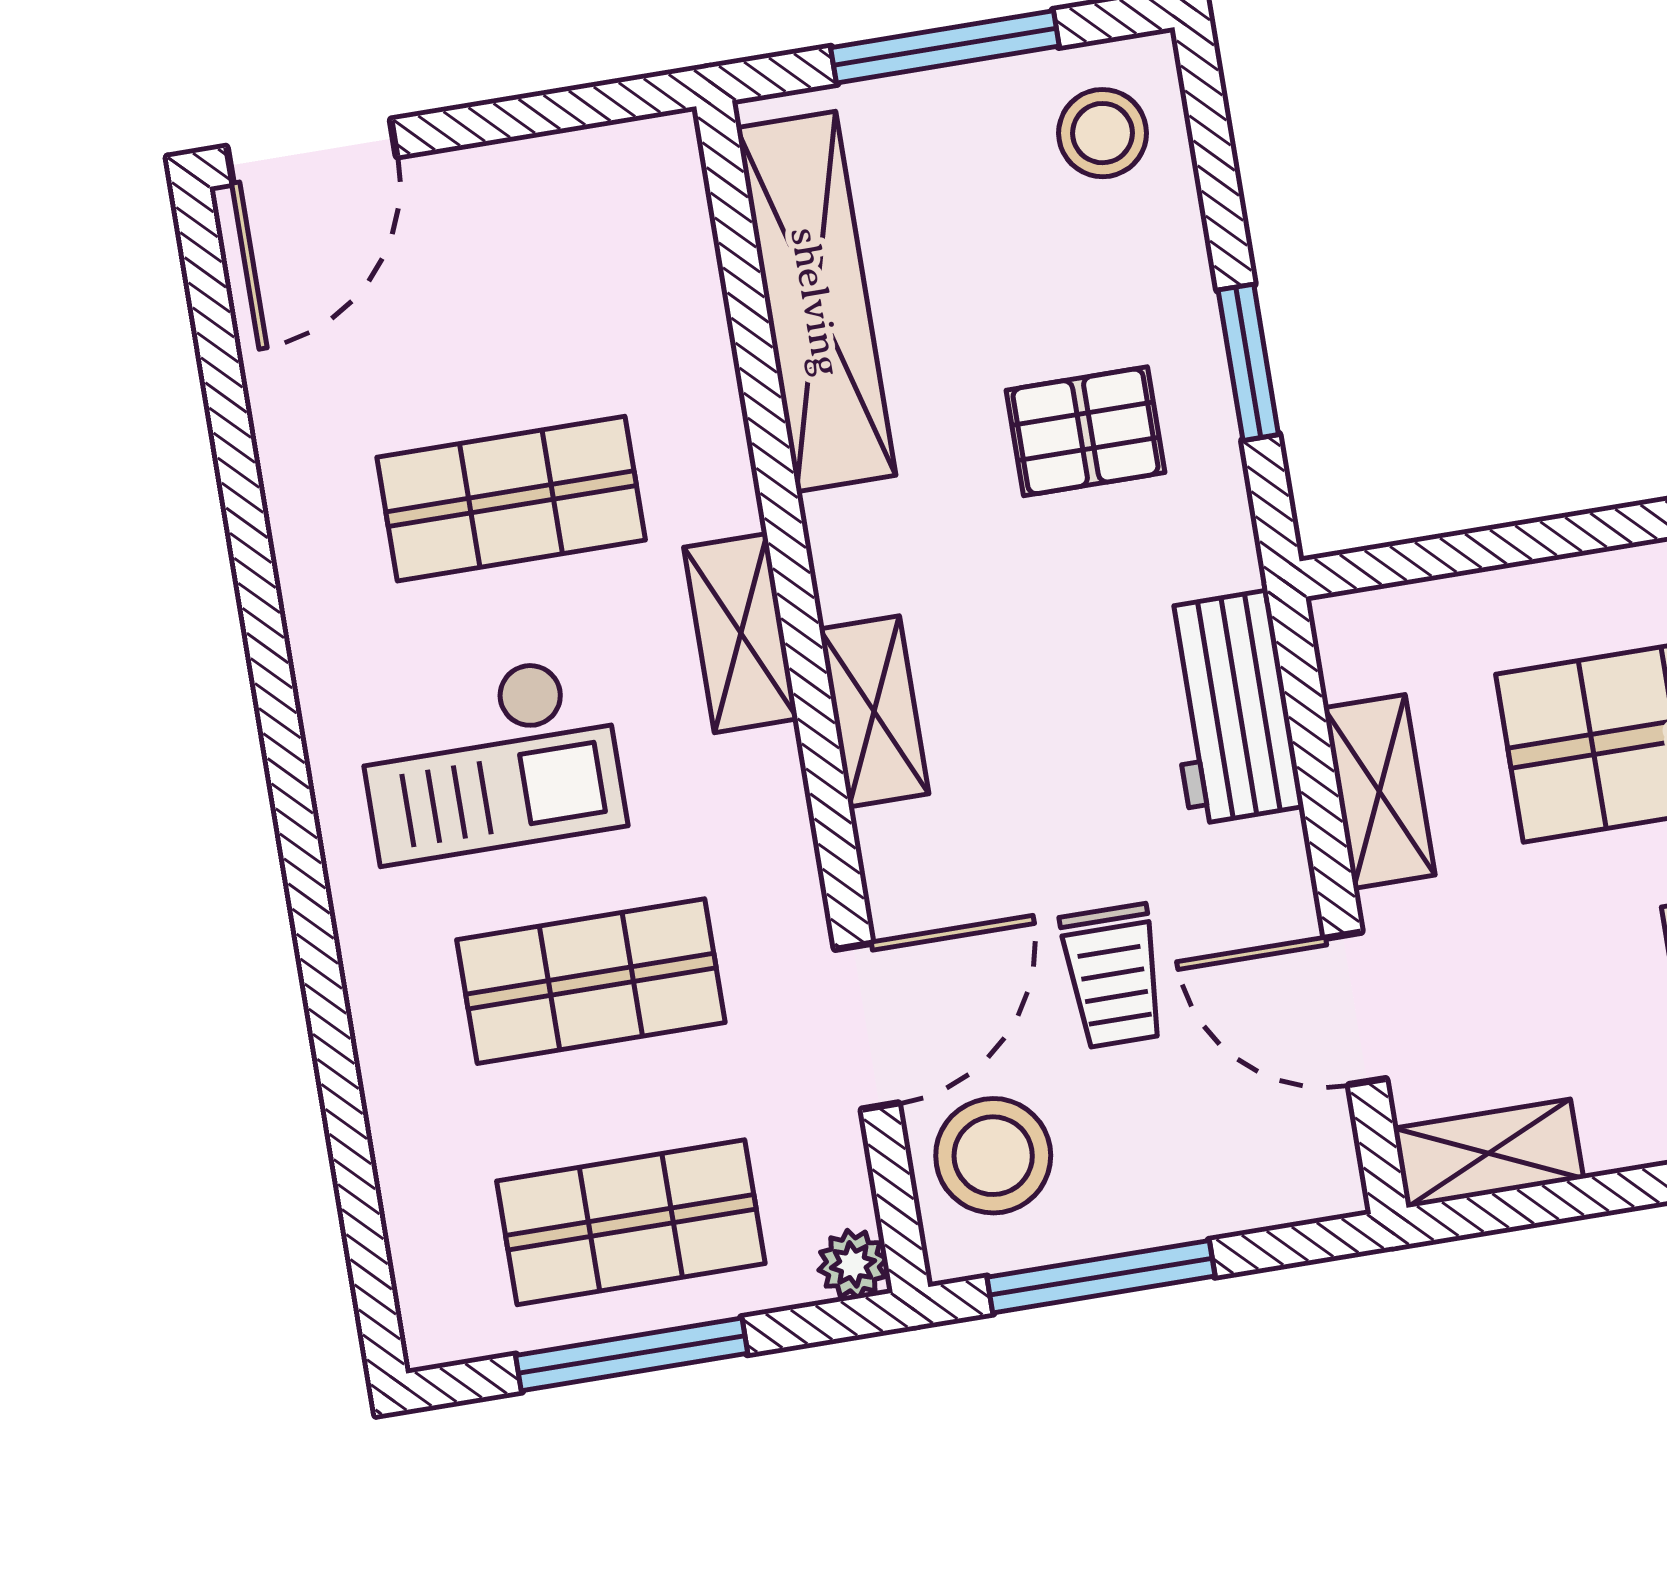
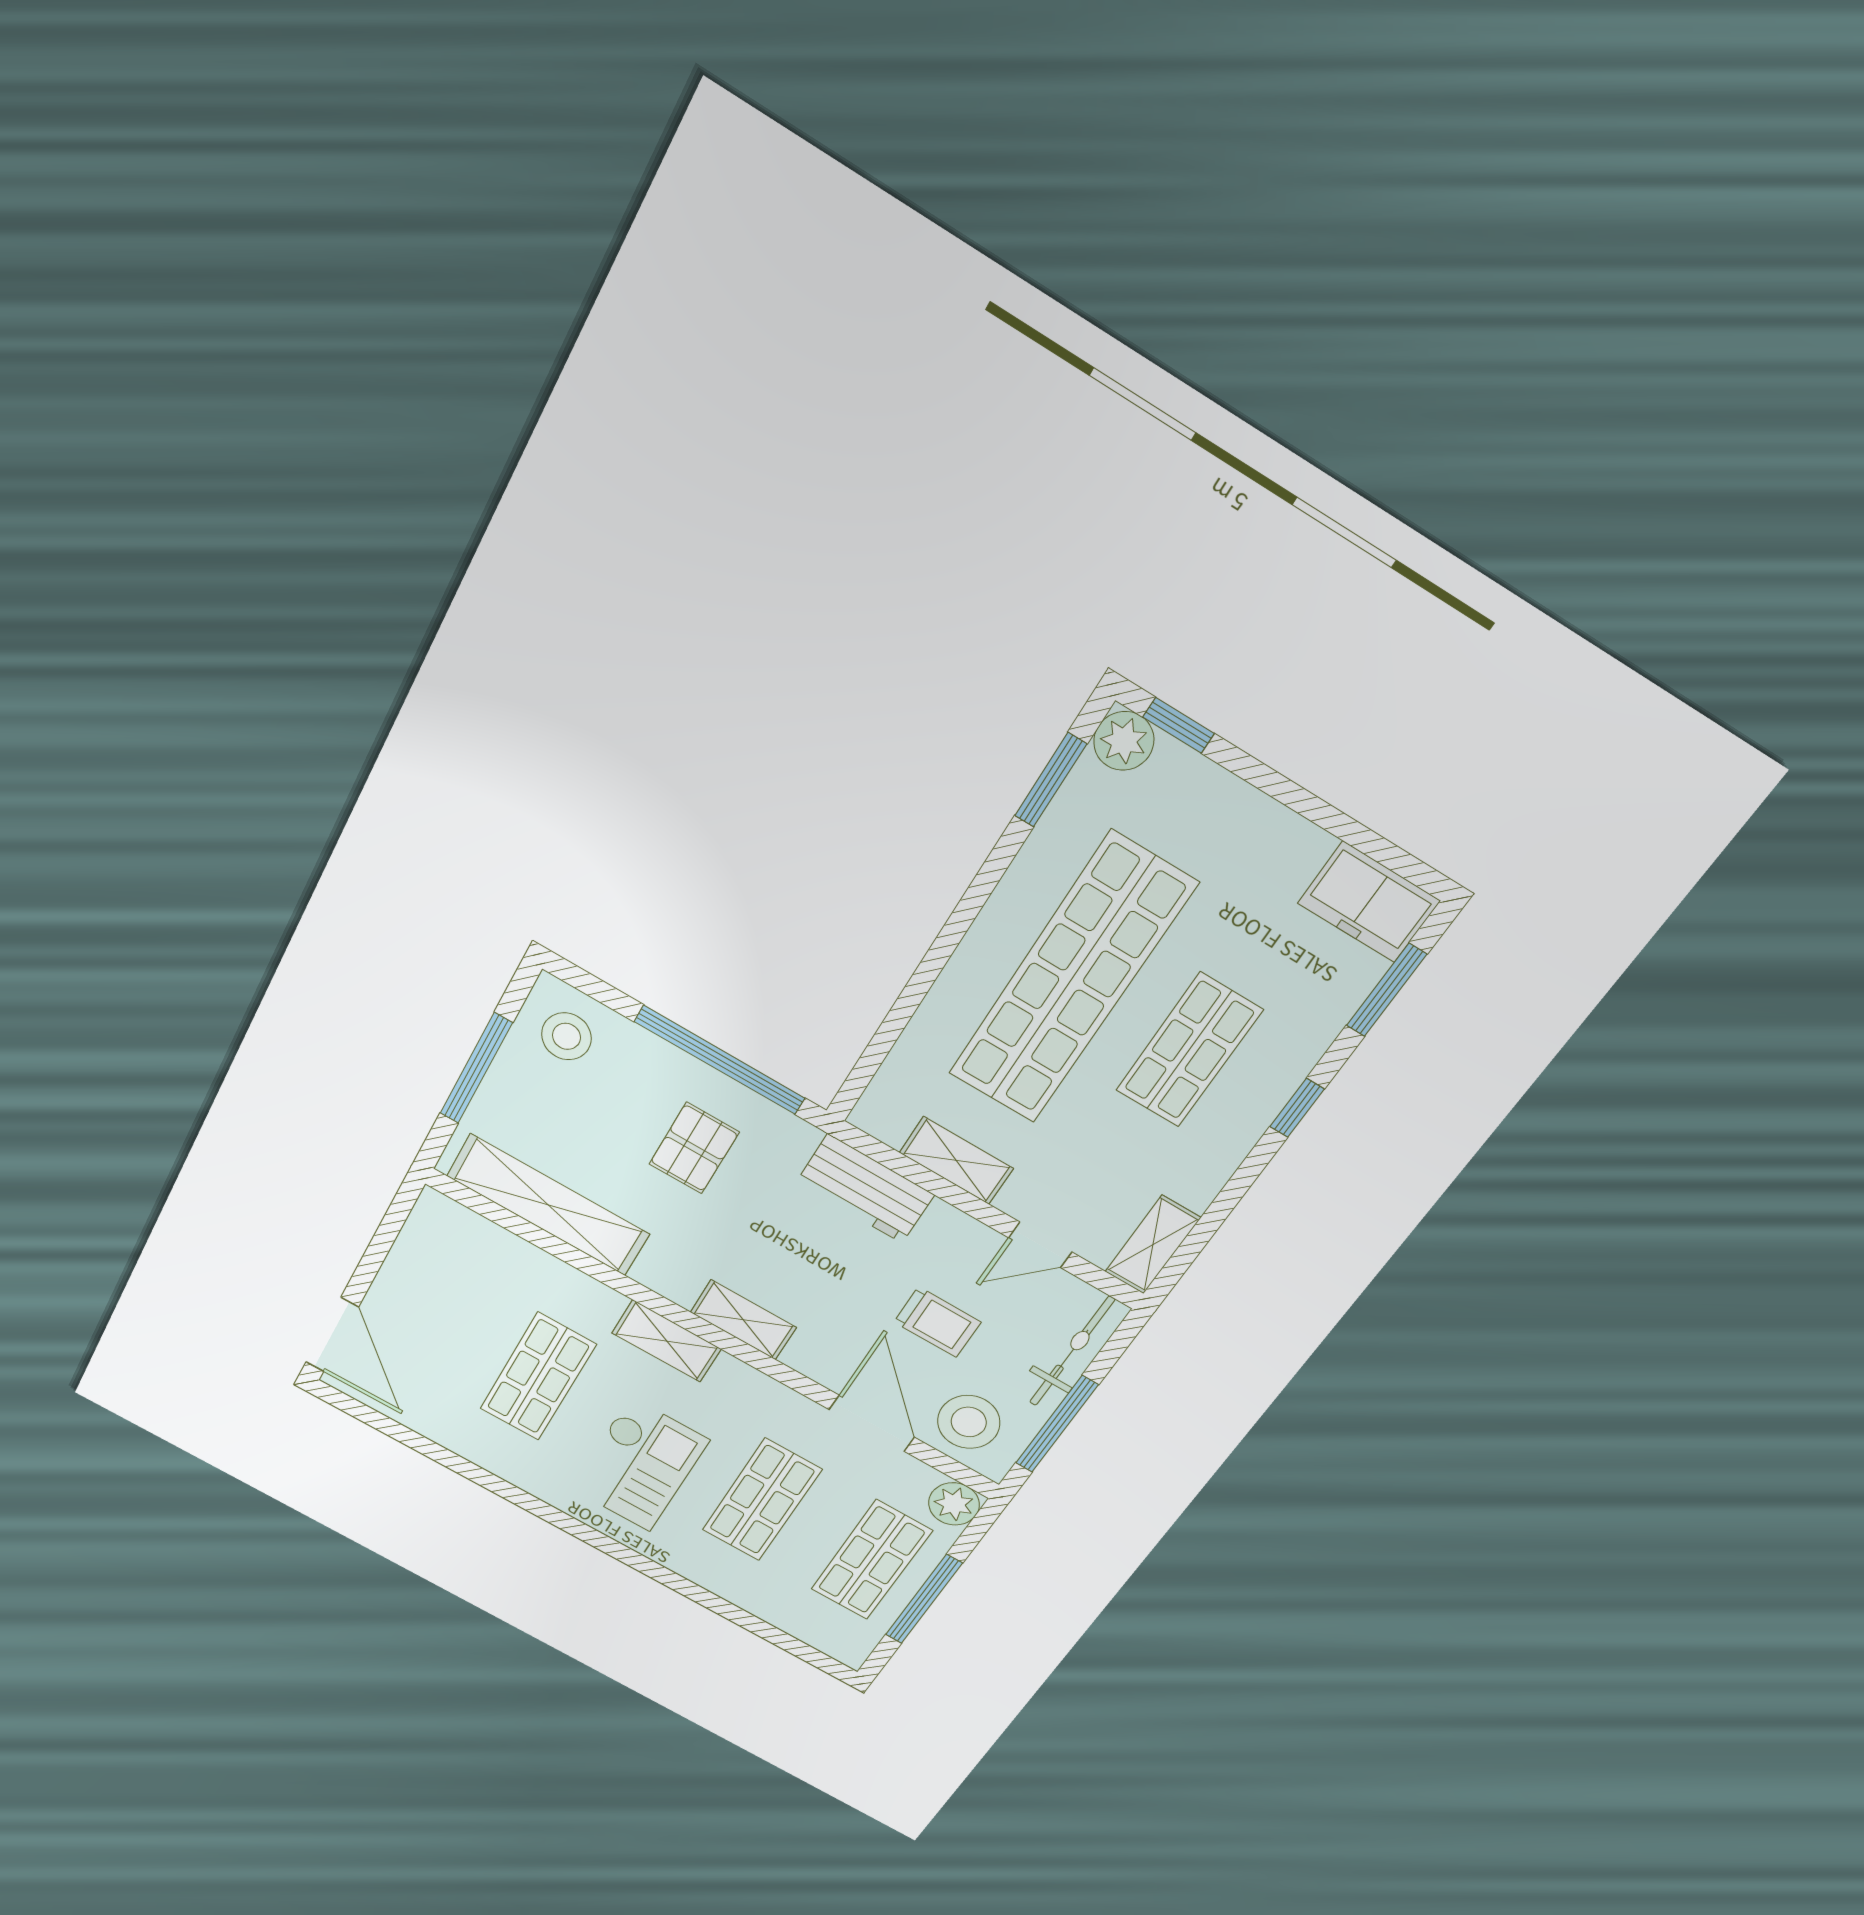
window: (1248, 362) -> (720, 1060), width x2.11
door: (1355, 1008) -> (1040, 1245), width x0.73
bicycle: (1233, 1194) -> (1072, 1351), added
plant: (853, 1264) -> (954, 1504), width x1.38, depth x1.38

